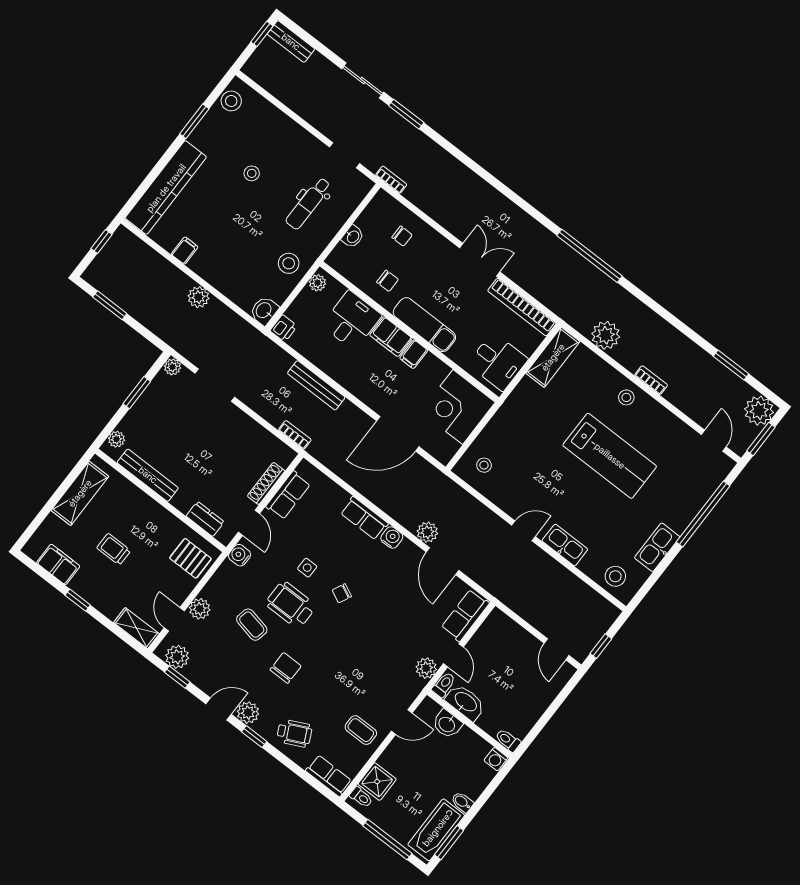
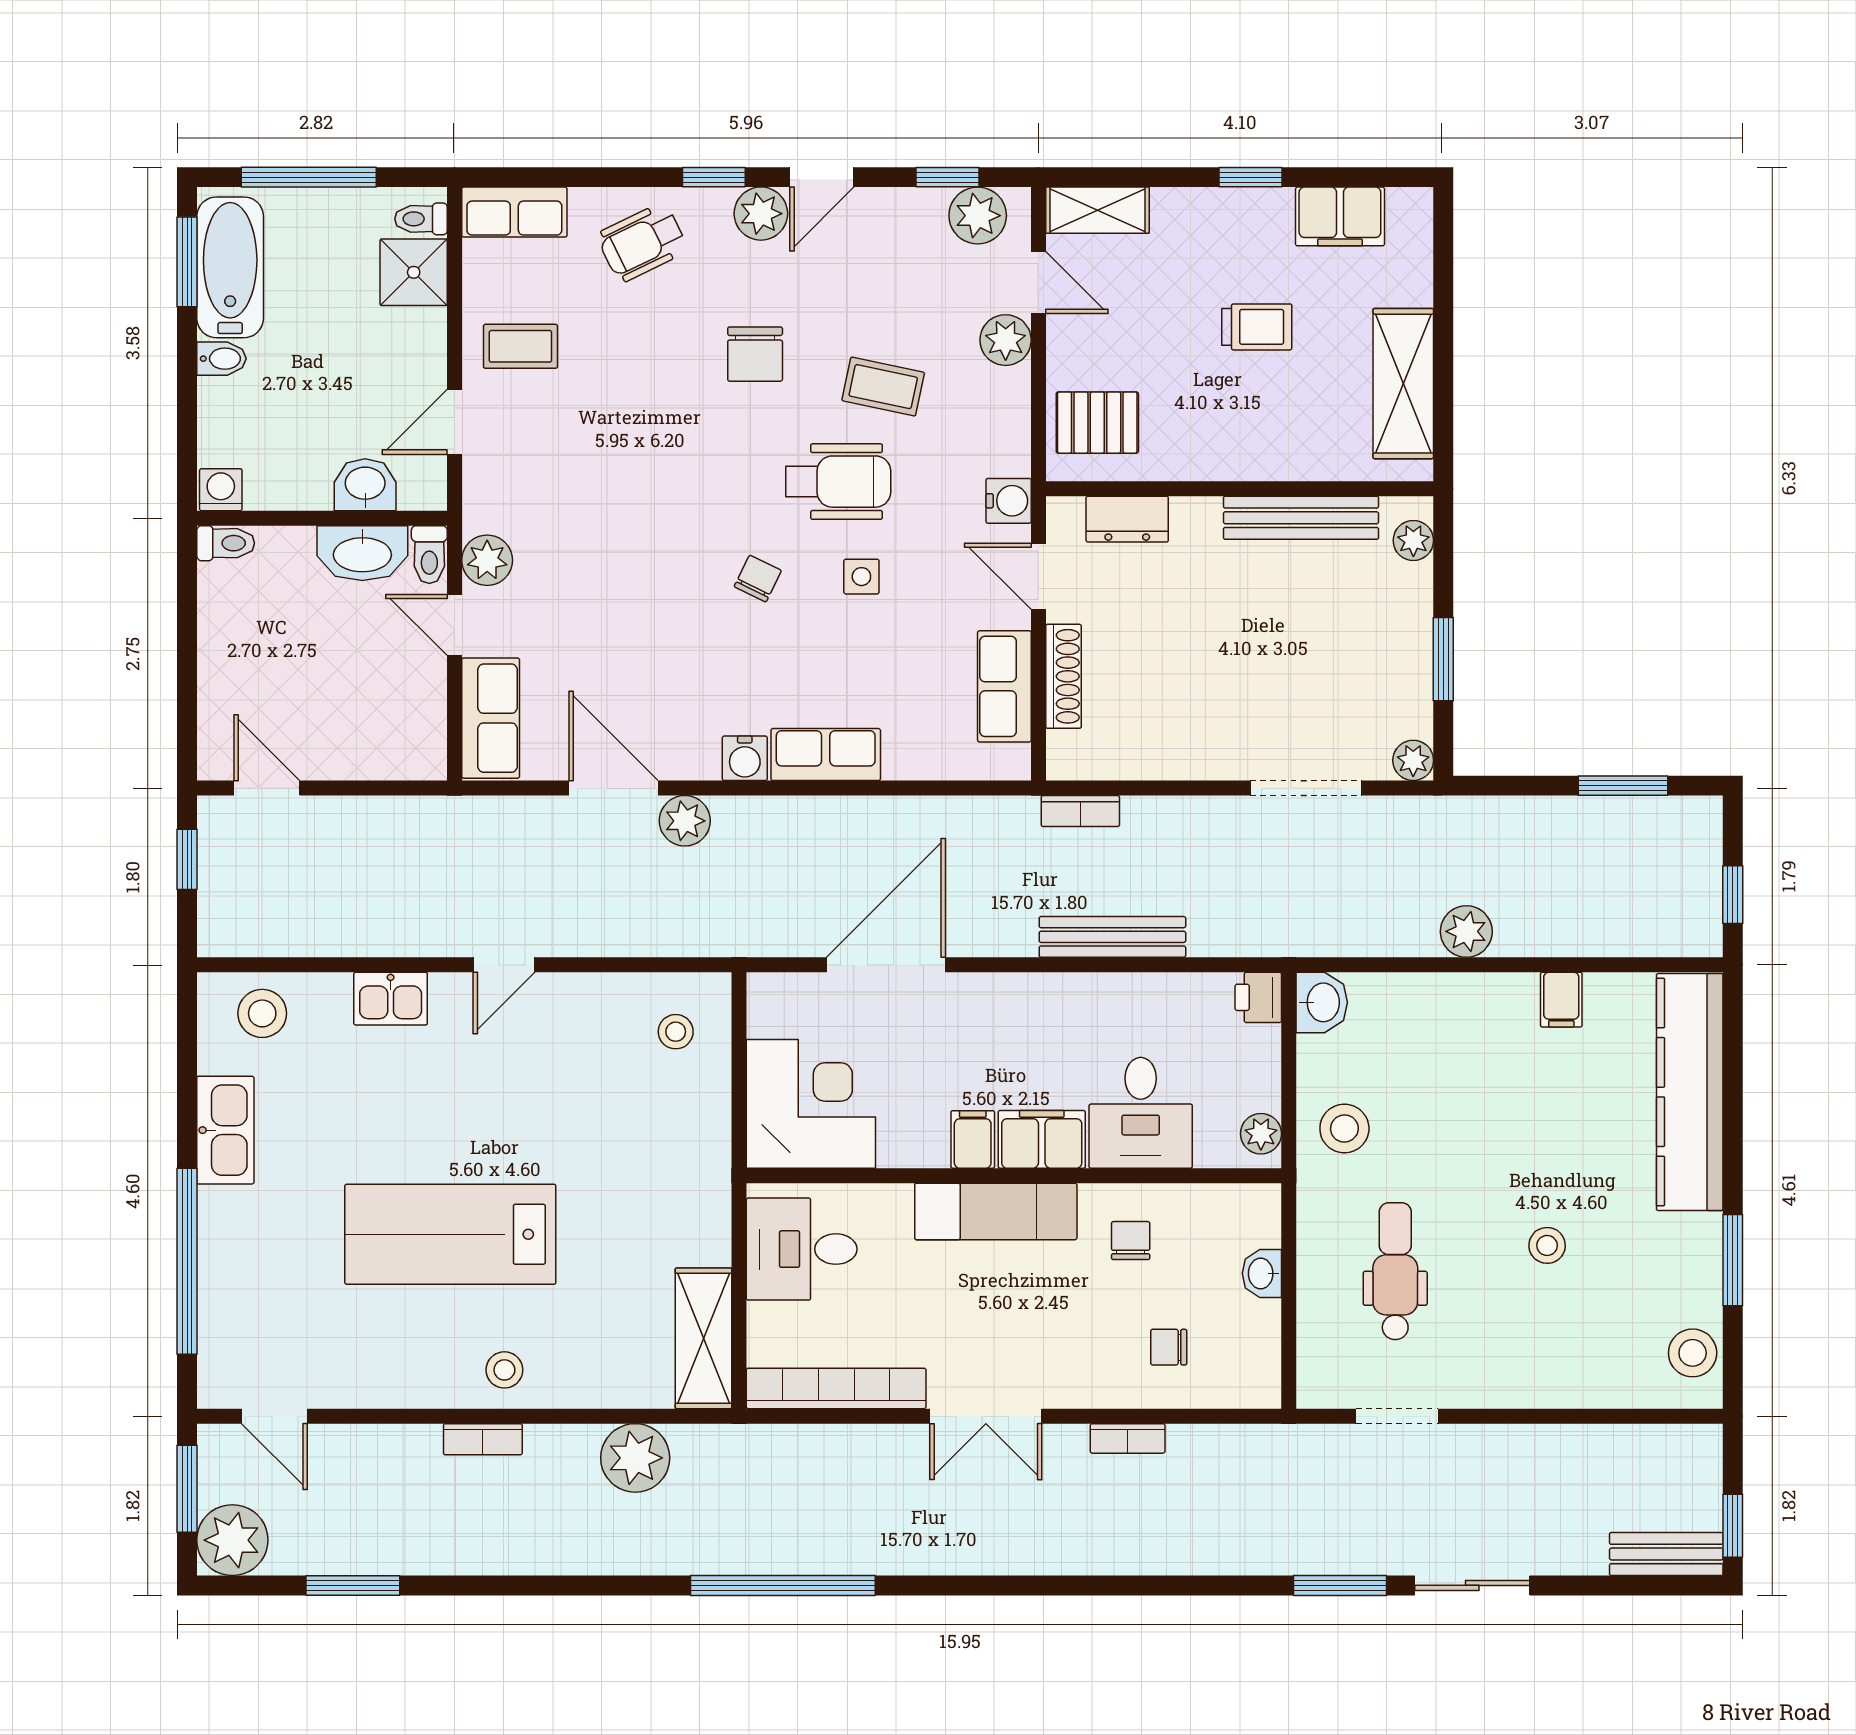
bookcase: (391, 180) -> (1128, 1438), moved
chair: (387, 281) -> (1131, 1241), turned 90
kitchen sink: (565, 545) -> (391, 999), width x0.73

